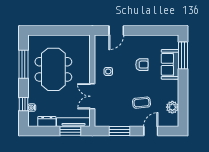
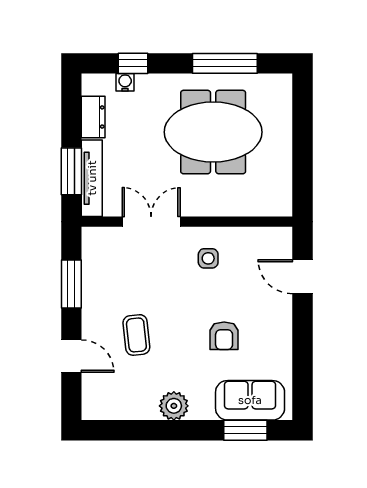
window: (183, 55) -> (245, 430), width x0.69
sofa: (170, 64) -> (250, 400), moved
plant: (172, 107) -> (174, 406), moved

